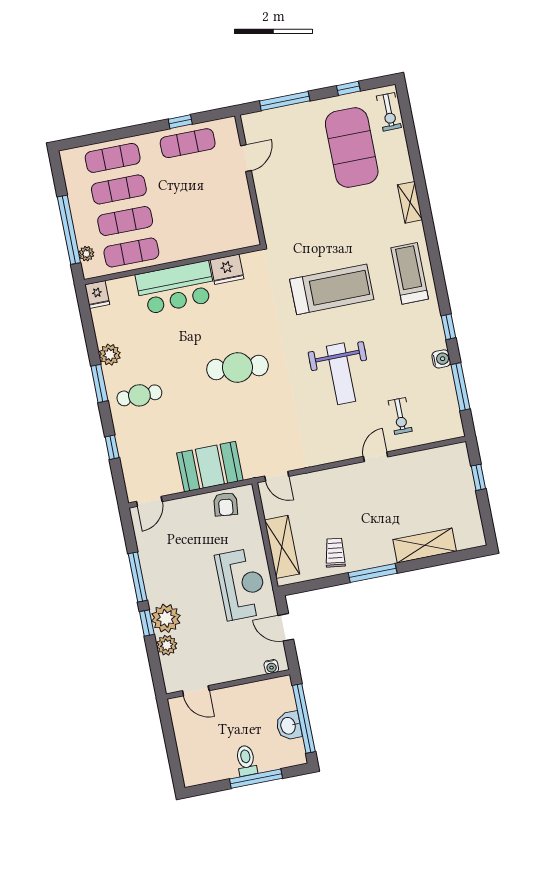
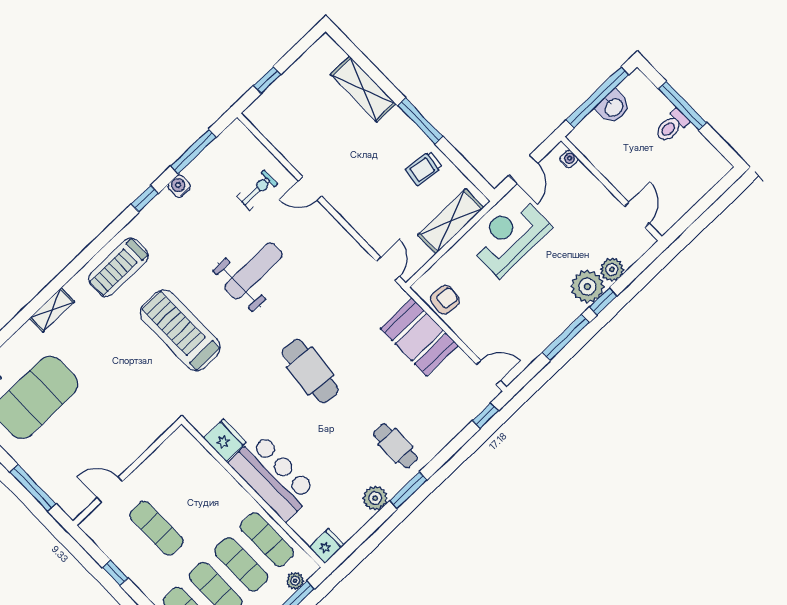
exercise mat: (188, 143) -> (157, 528), moved
window: (112, 447) -> (485, 416), moved

